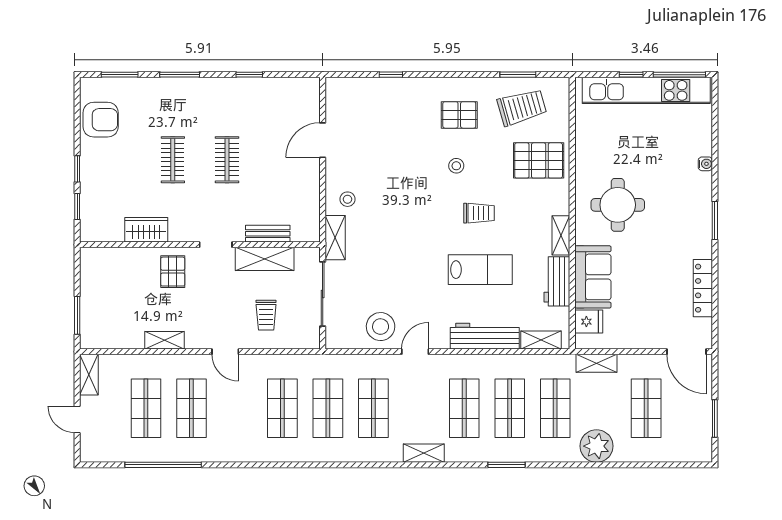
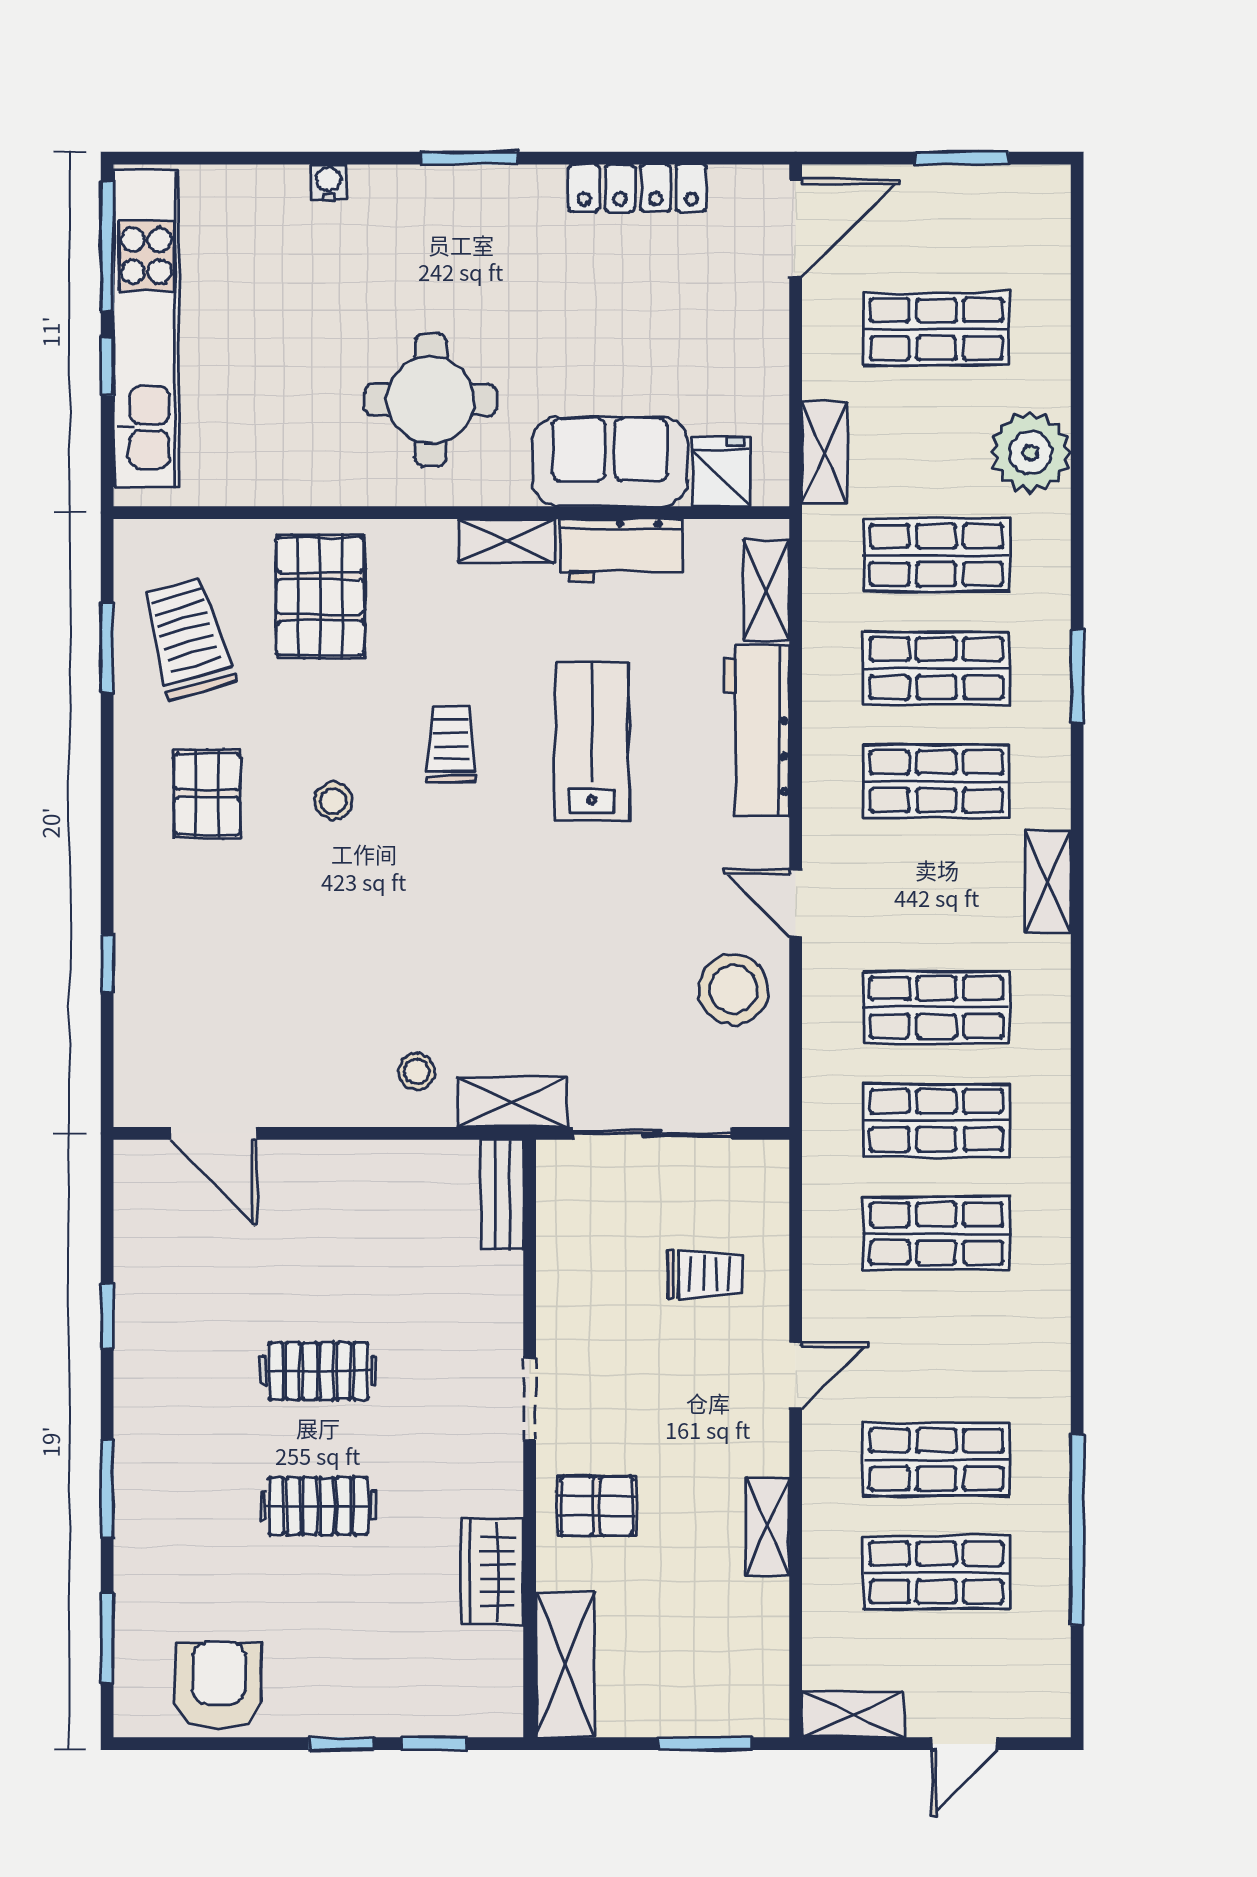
door: (323, 140) -> (213, 1133), moved
bench: (268, 234) -> (502, 1195), moved
shelving: (265, 259) -> (565, 1664), moved

